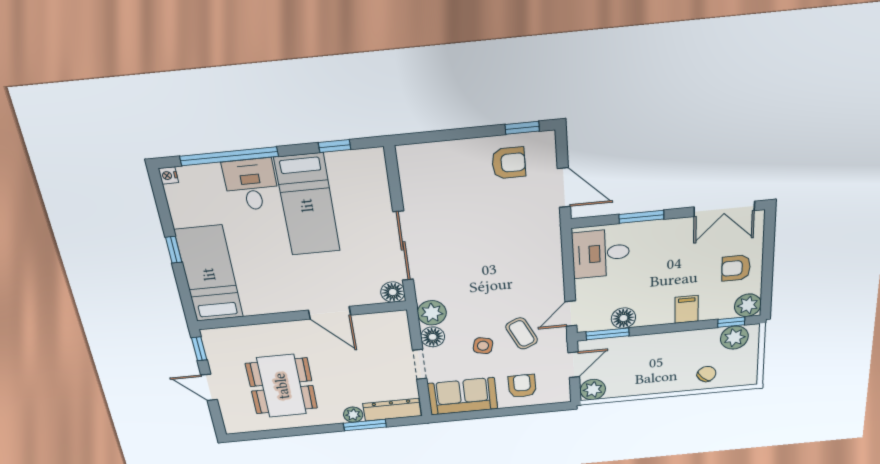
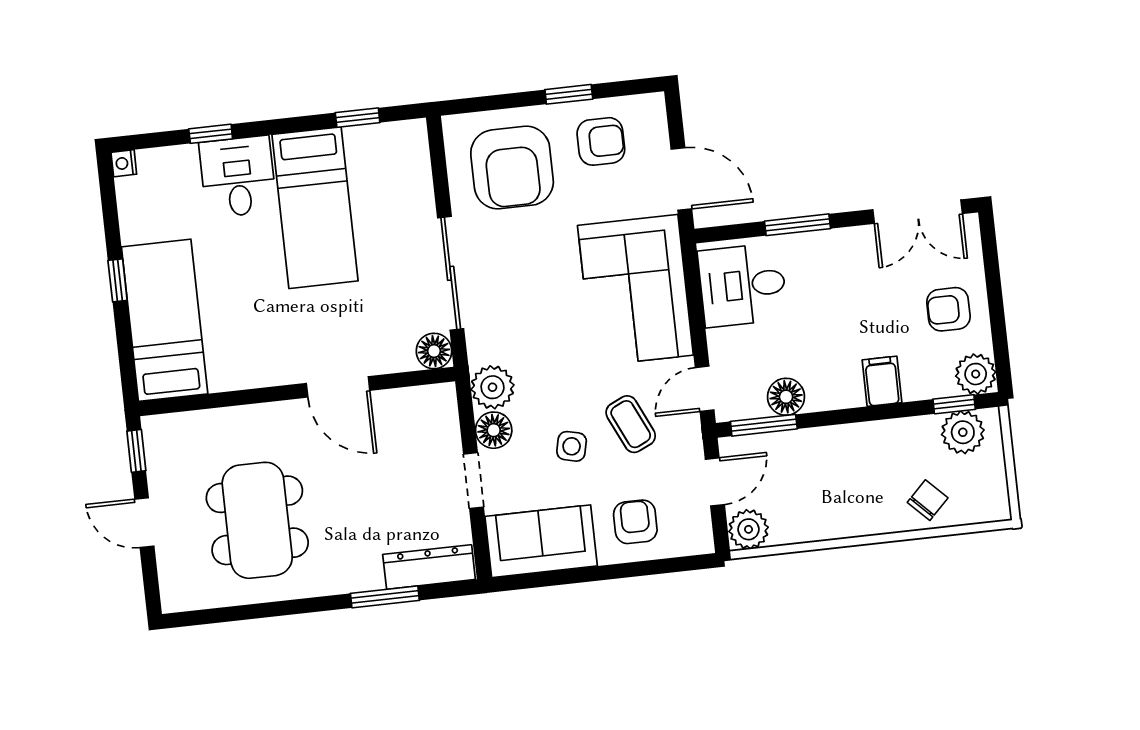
window: (522, 128) -> (569, 94), moved
window: (229, 156) -> (211, 134), width x0.32
armchair: (446, 180) -> (512, 168), added
corner sofa: (529, 256) -> (635, 290), added
plant: (353, 415) -> (367, 576), removed

